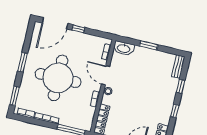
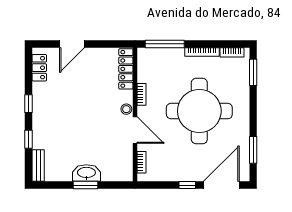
washbasin: (124, 48) -> (86, 173), moved
window: (23, 62) -> (253, 150), moved

